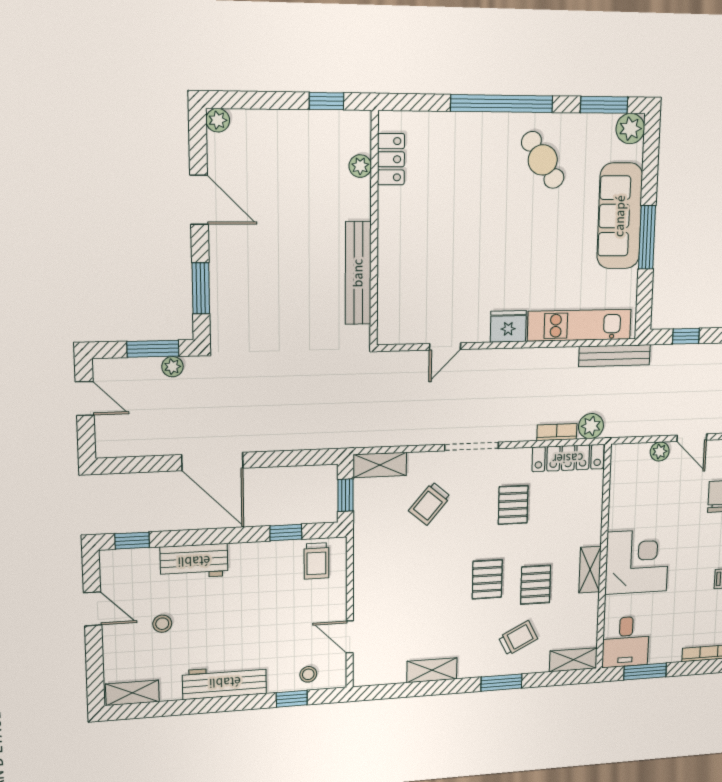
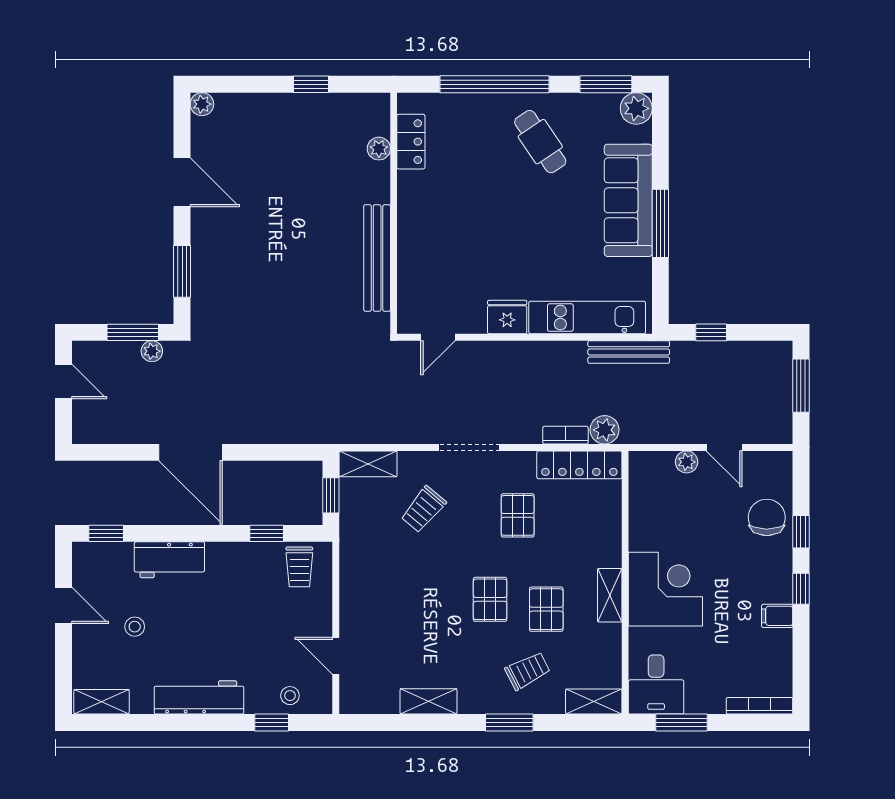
locker: (391, 159) -> (411, 142), moved
plant: (360, 166) -> (379, 149), moved
wall: (374, 230) -> (394, 213), moved
bench: (358, 273) -> (377, 258), moved

